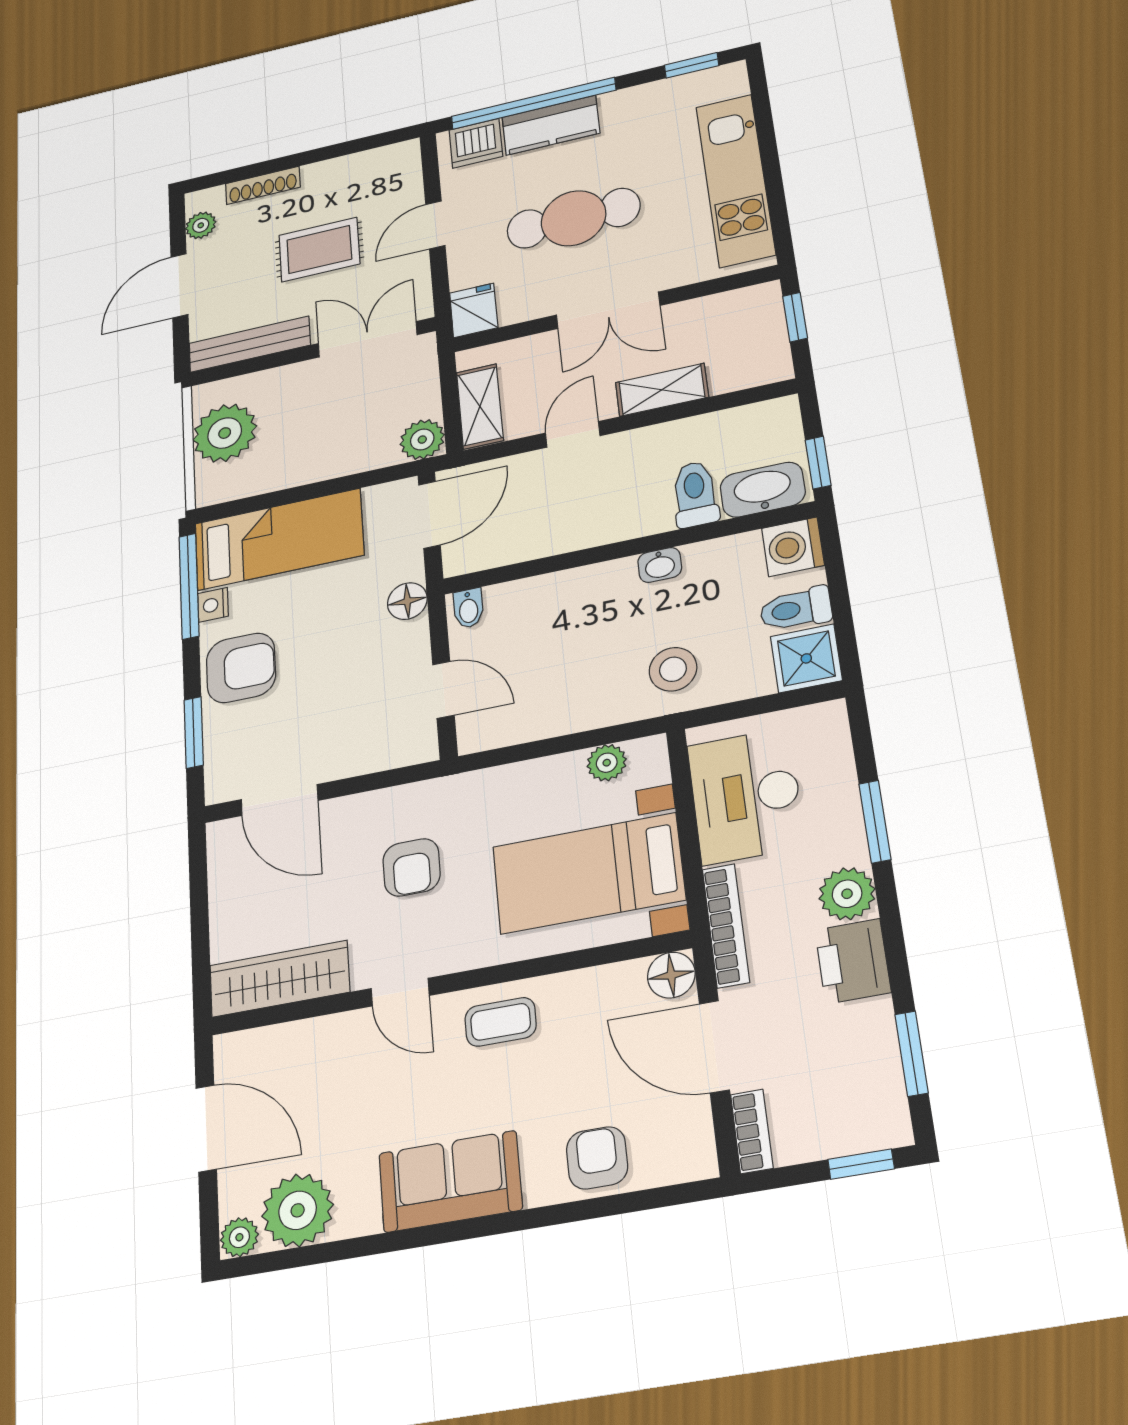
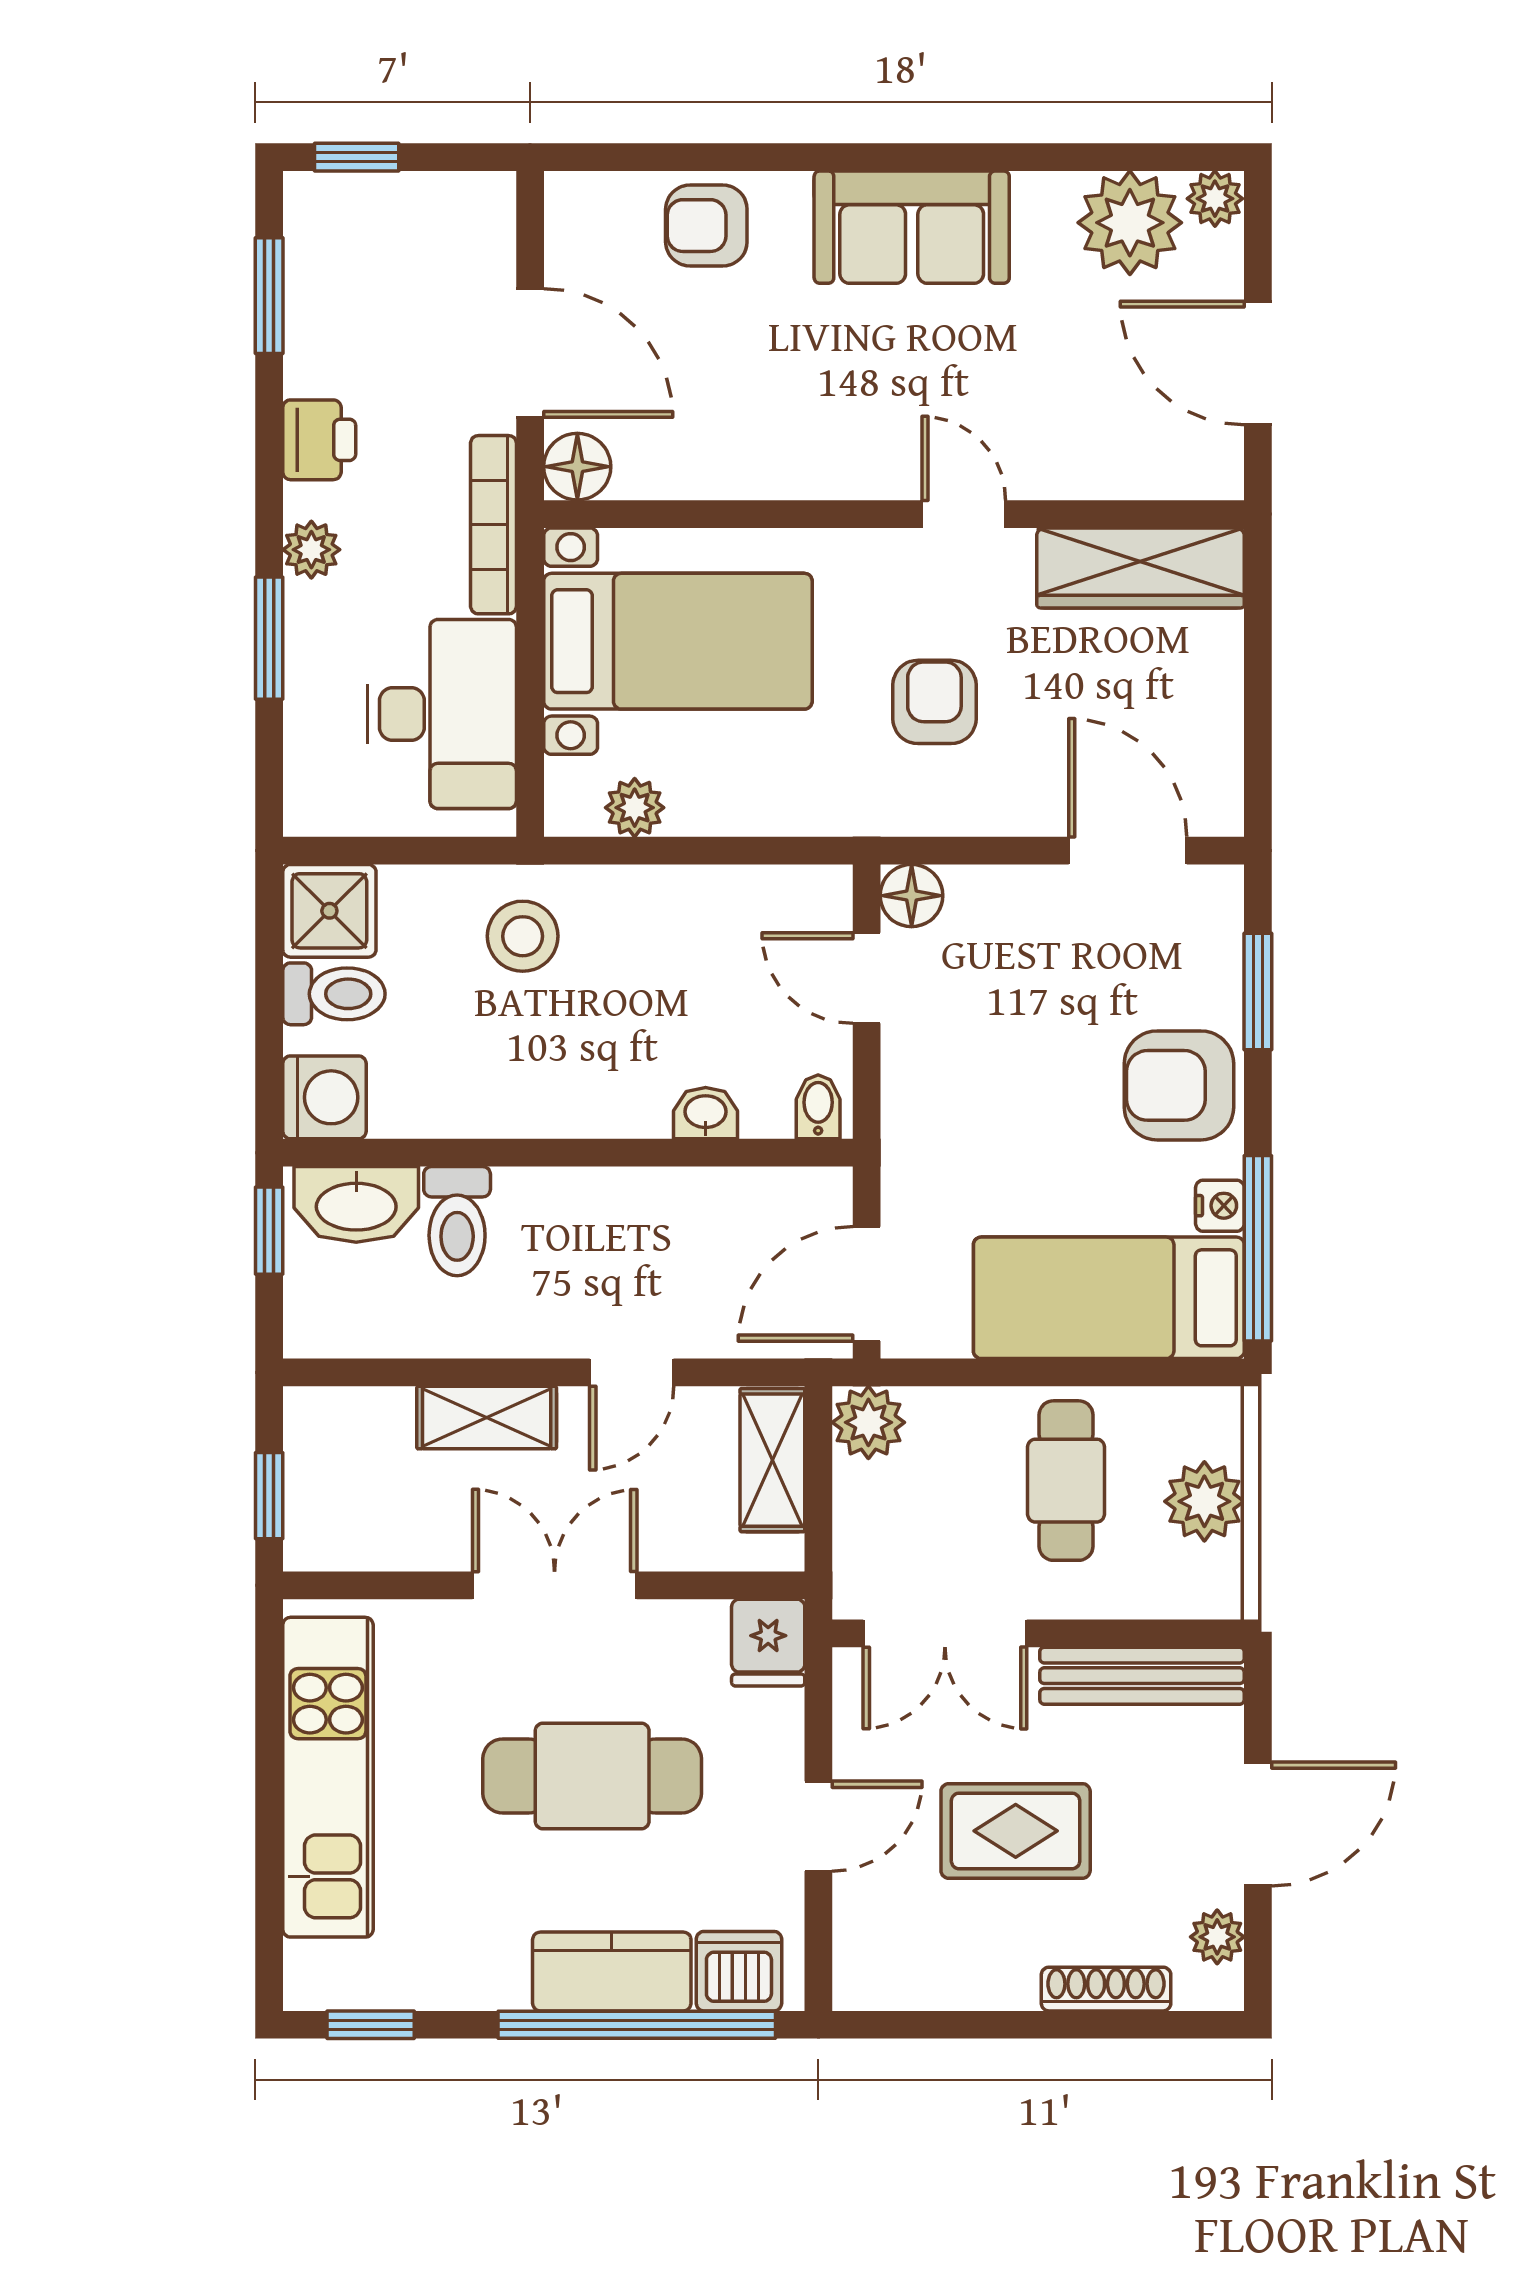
plant: (225, 433) -> (1204, 1501), width x0.73, depth x0.73
cafe table: (300, 435) -> (1066, 1481), added
washbasin: (660, 565) -> (706, 1113), moved
floor lamp: (407, 601) -> (912, 896), moved
plant: (847, 894) -> (311, 550), width x0.73, depth x0.73
printer: (853, 961) -> (319, 440), width x0.73, depth x0.81
coffee table: (501, 1022) -> (823, 443), removed
bookcase: (752, 1131) -> (494, 226), removed
armchair: (597, 1158) -> (706, 226), turned 90

